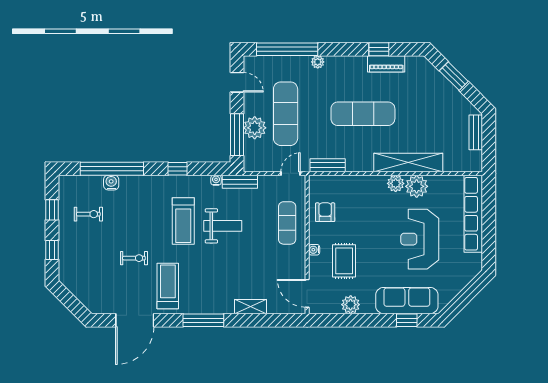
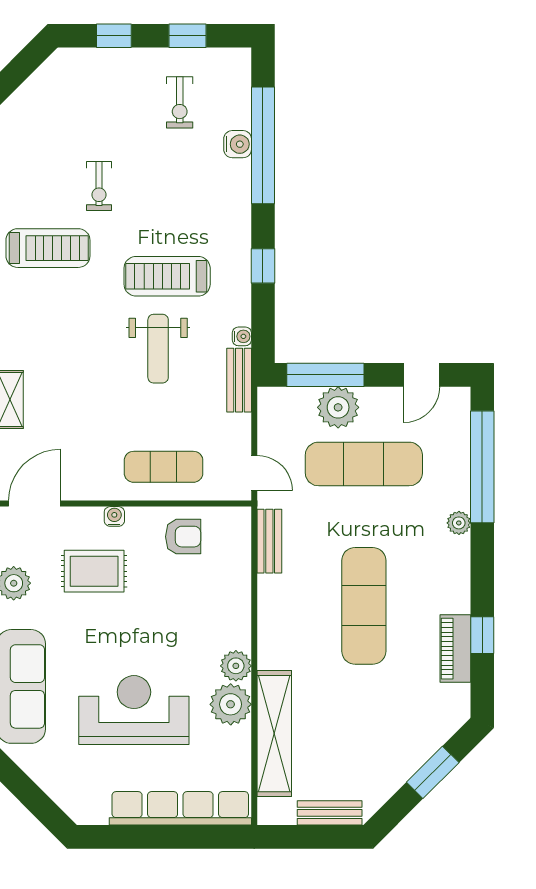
shelving: (408, 163) -> (274, 734), moved

